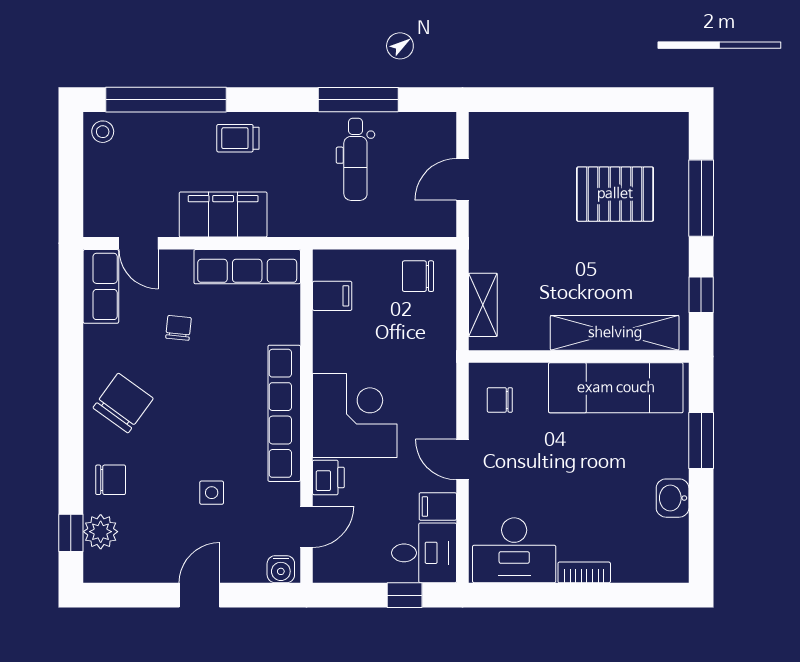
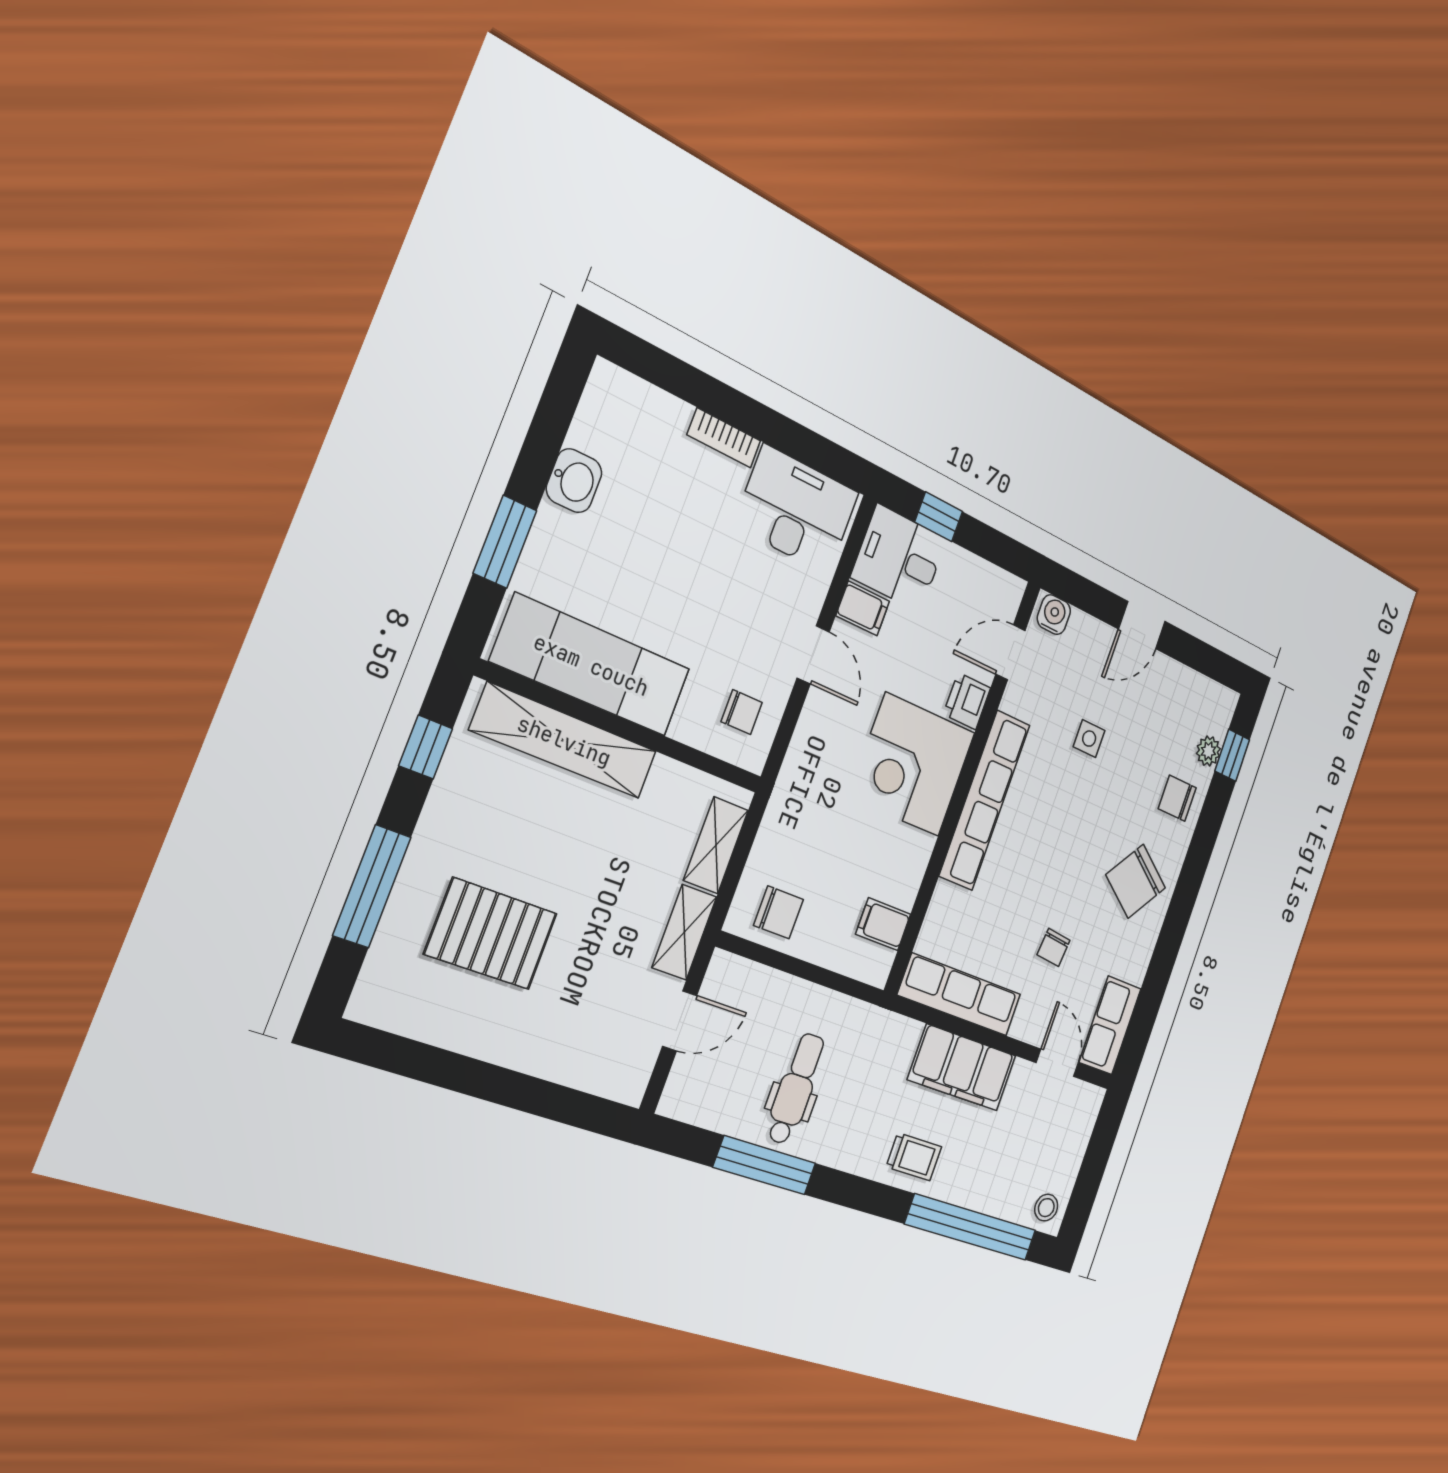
shelving: (483, 239) -> (684, 932), added
plant: (101, 532) -> (1208, 751), width x0.73, depth x0.73

